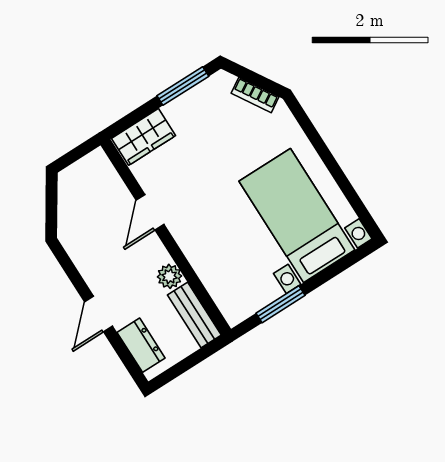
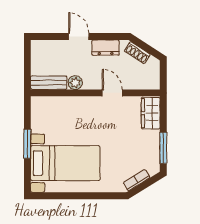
shoe rack: (67, 213) -> (137, 53), added
window: (280, 304) -> (27, 144), moved
dresser: (141, 345) -> (106, 48), moved

